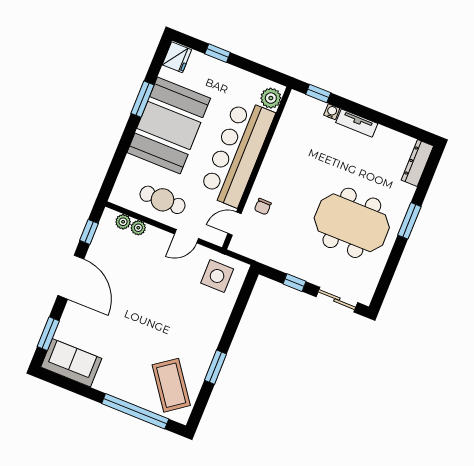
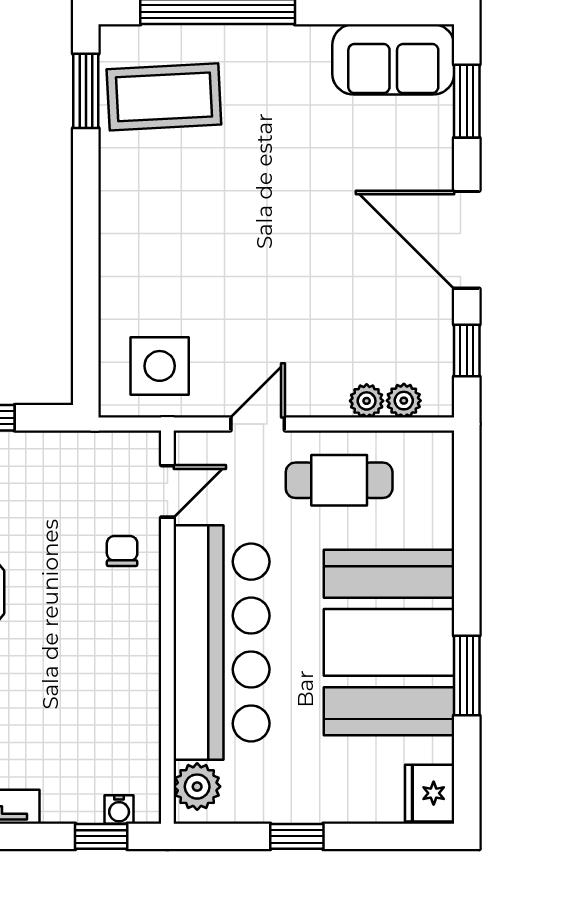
window: (218, 53) -> (297, 836), moved
water cooler: (332, 112) -> (119, 809), moved
window: (215, 367) -> (86, 91), moved
coffee table: (171, 385) -> (164, 97), turned -57

